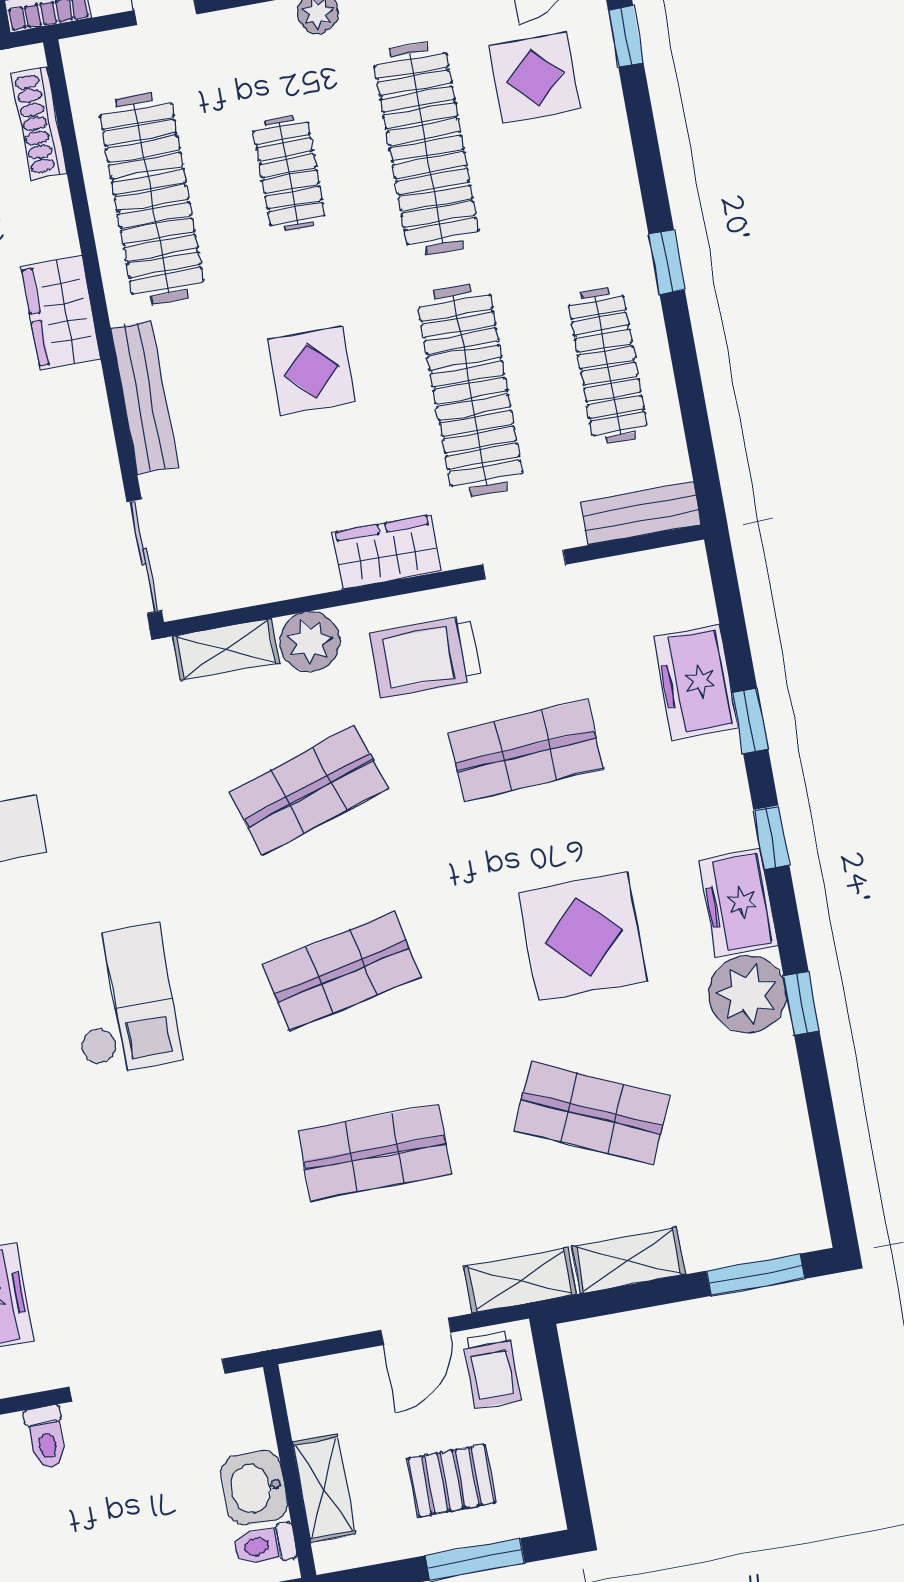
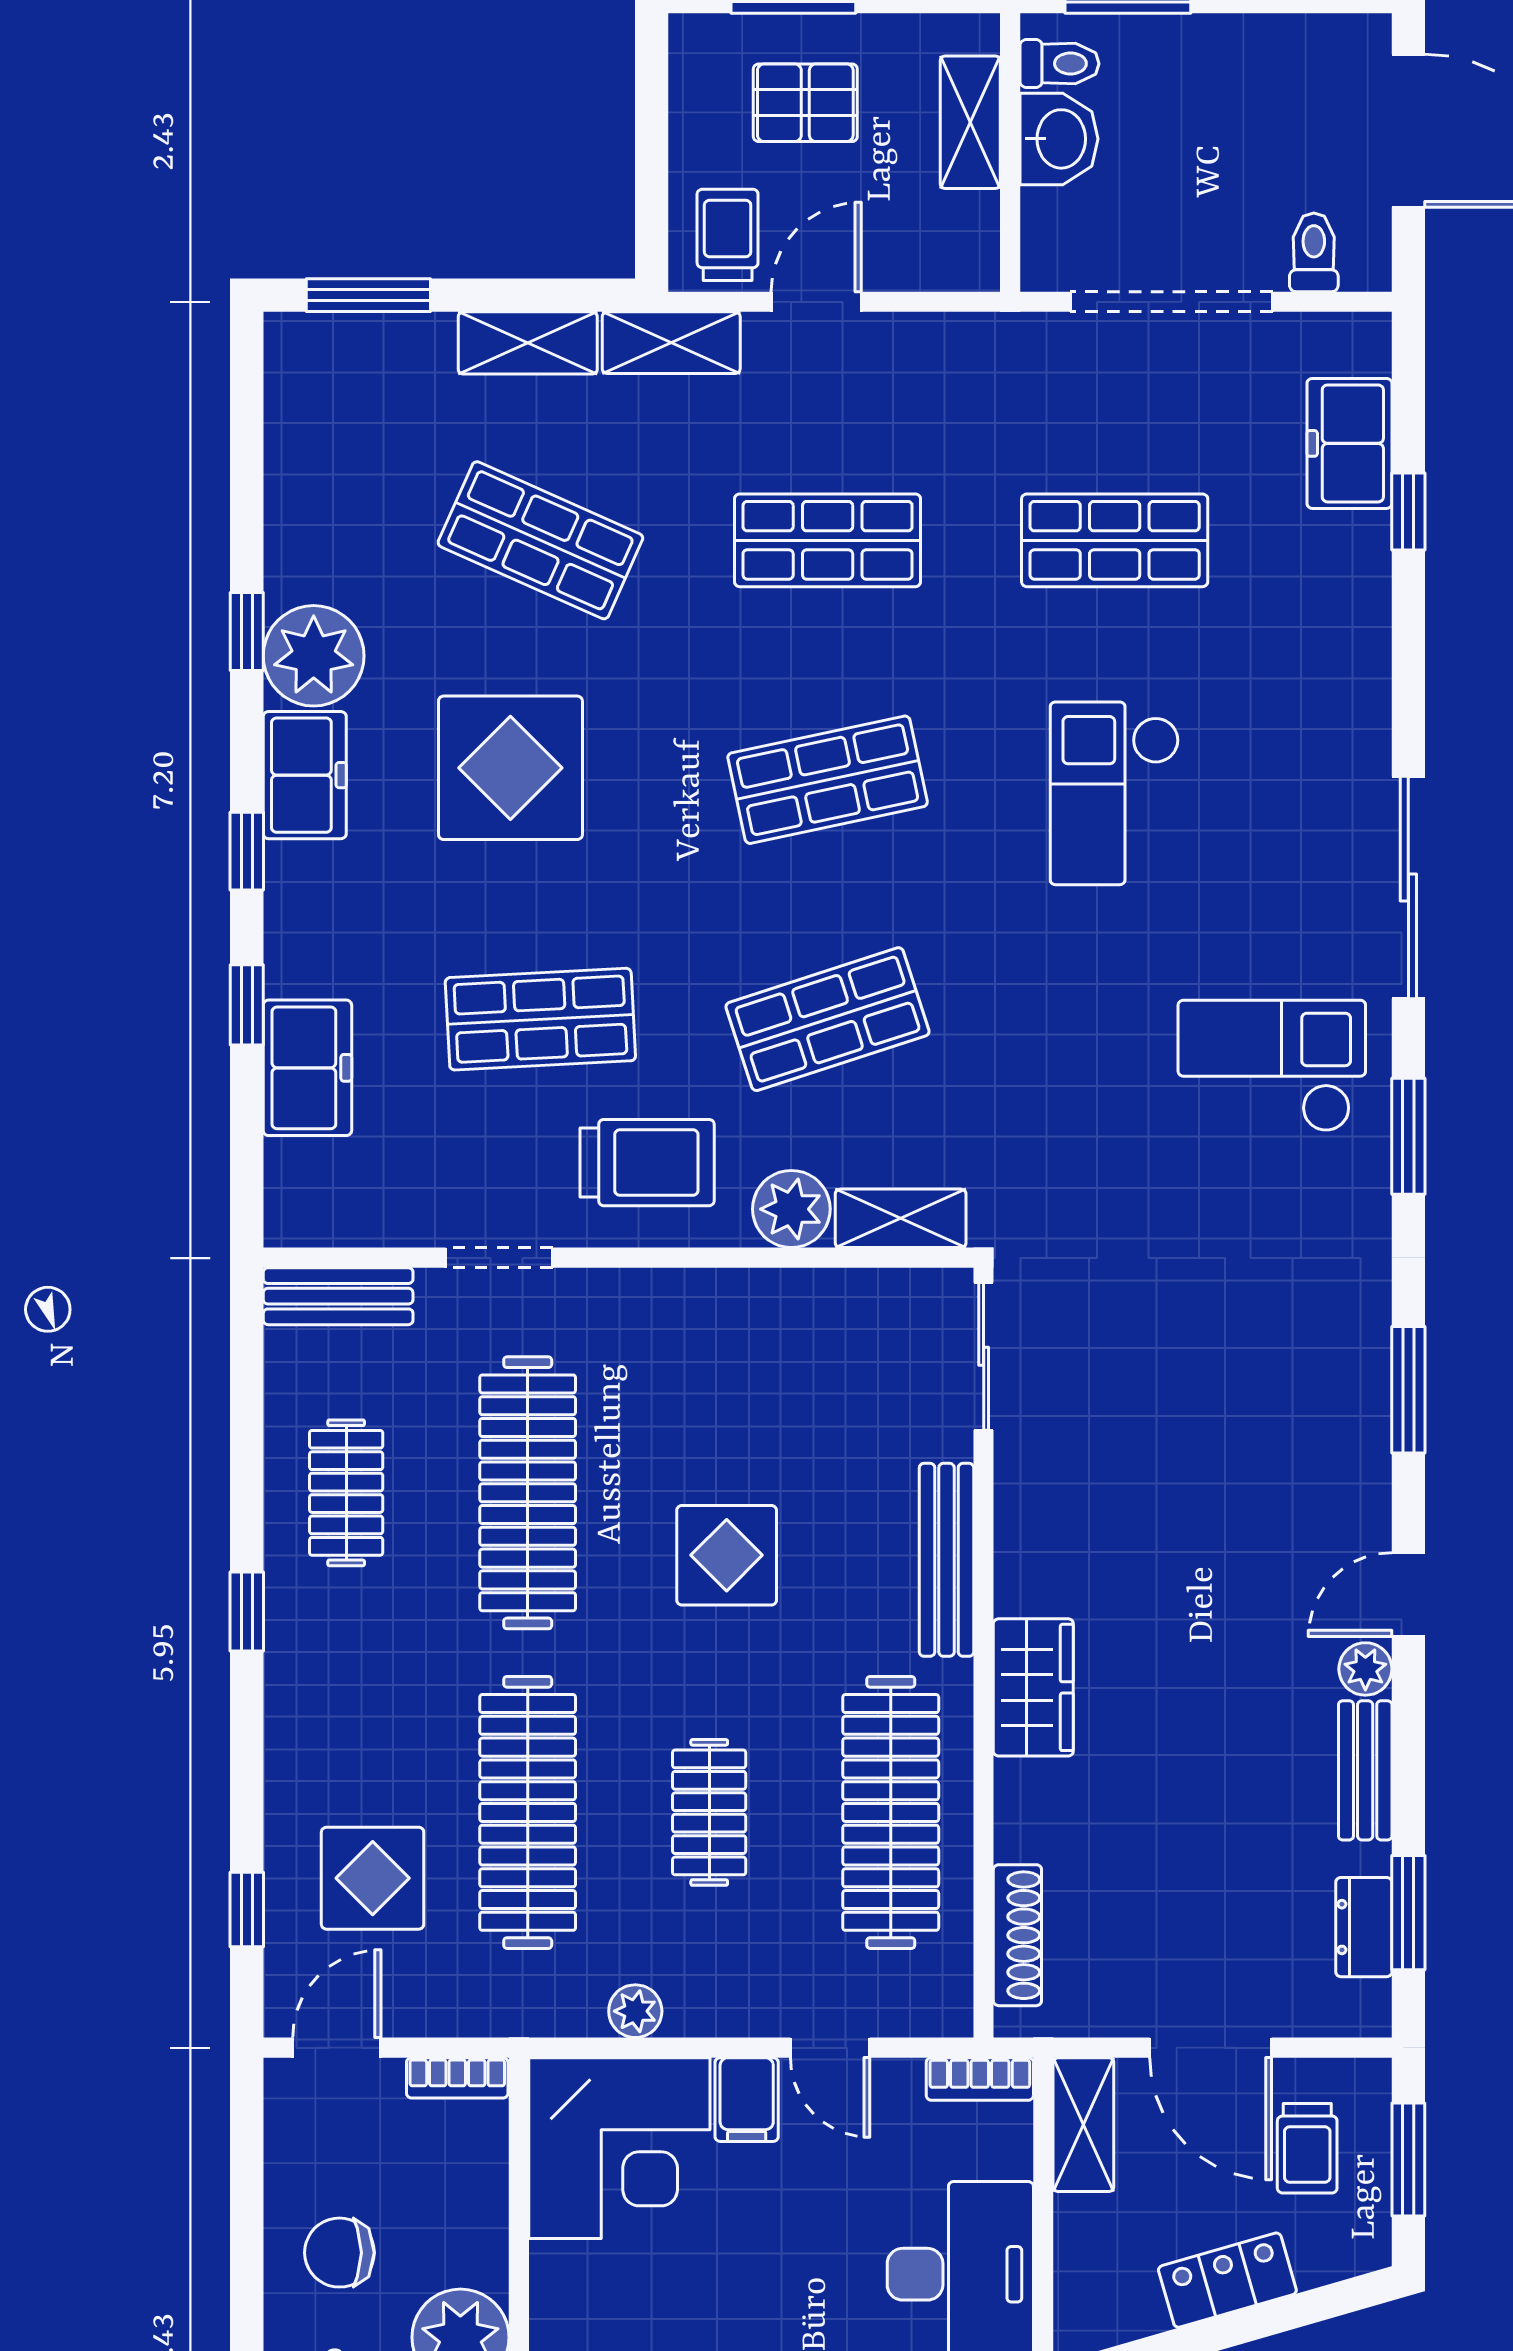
clothes rail: (608, 365) -> (346, 1493), width x0.73
wardrobe: (386, 552) -> (673, 1305), removed
shop shelf: (157, 1192) -> (1115, 540), added

